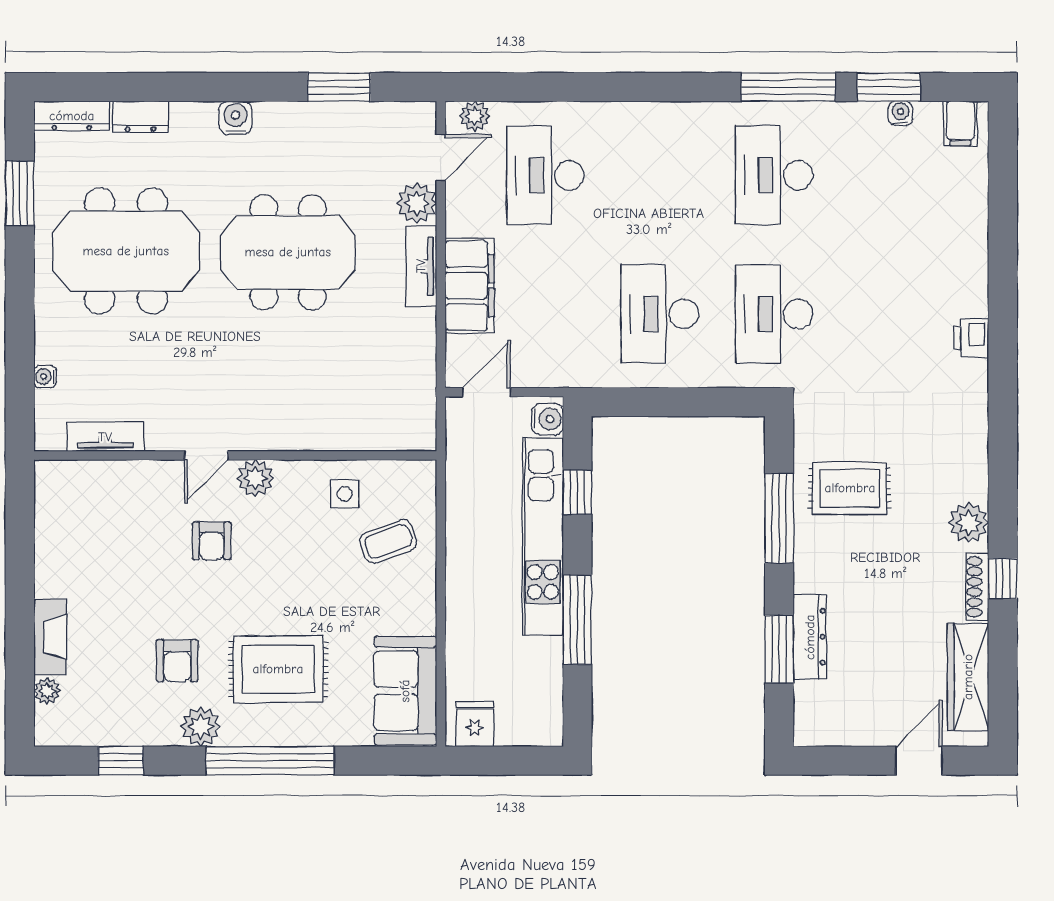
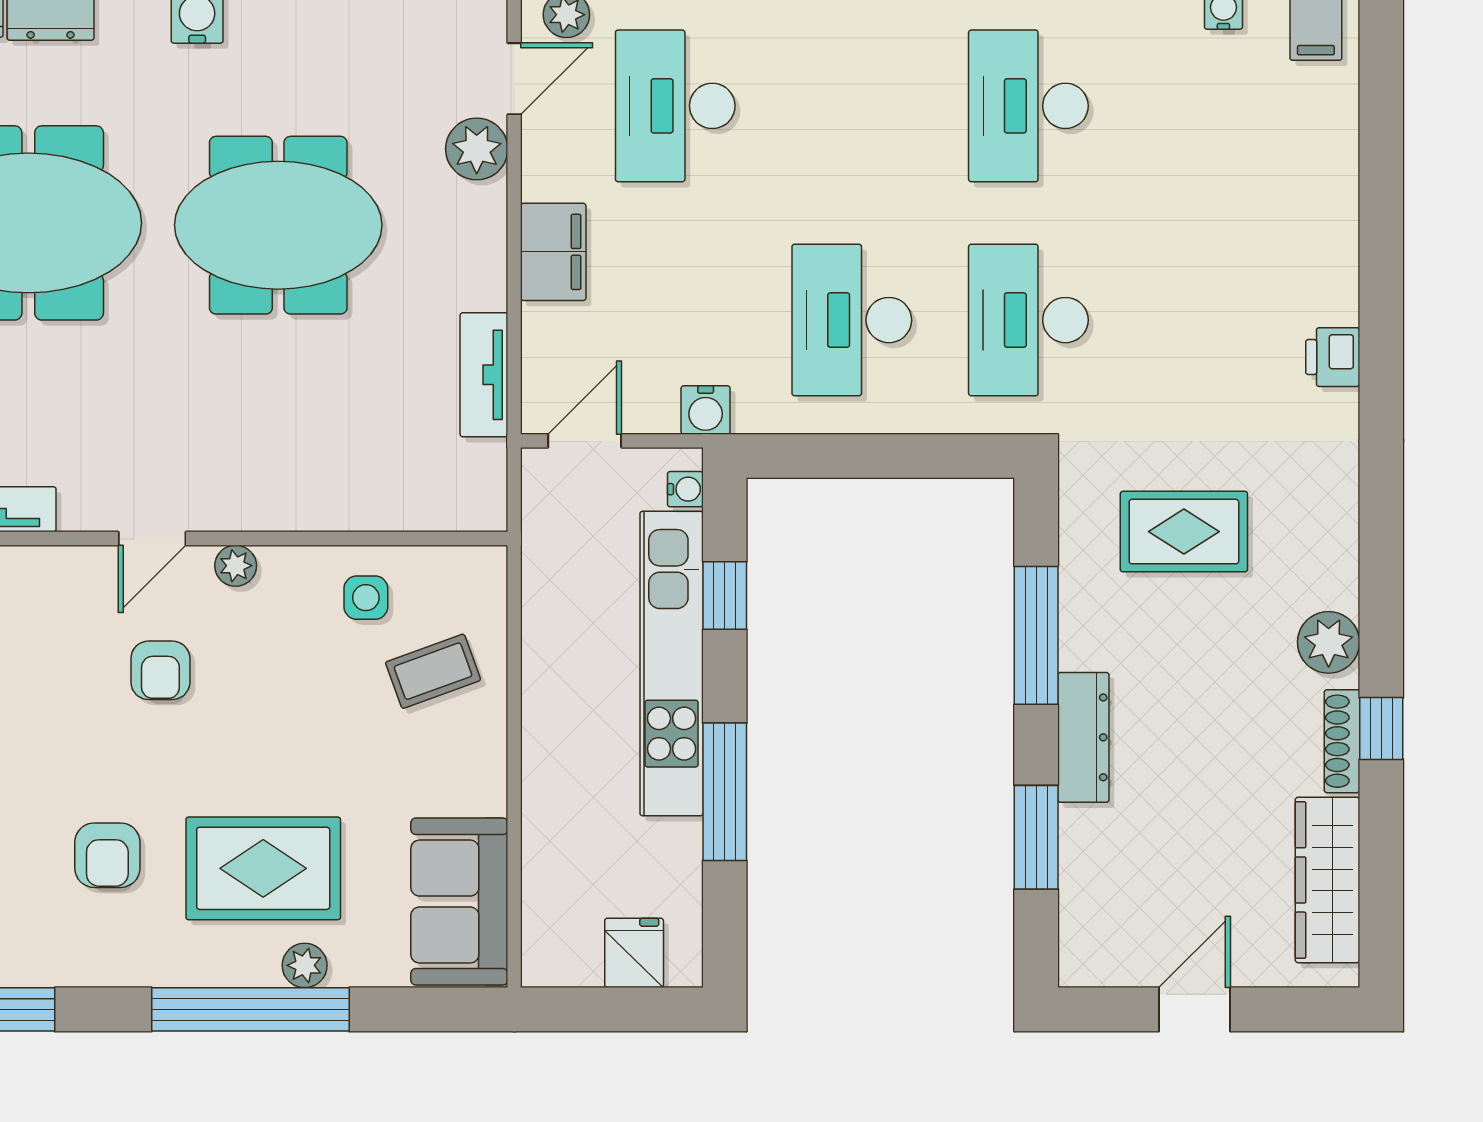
tv unit: (421, 266) -> (484, 375), moved
filing cabinet: (470, 286) -> (553, 252), width x0.67, depth x0.86
water cooler: (565, 372) -> (706, 410), added
water cooler: (547, 419) -> (685, 489), width x0.72, depth x0.72
plant: (255, 478) -> (236, 566), width x0.73, depth x0.73
rug: (850, 488) -> (1184, 532), moved
dresser: (810, 637) -> (1083, 737), moved
fridge: (475, 724) -> (634, 953), moved
plant: (201, 727) -> (305, 965), moved, width x0.73, depth x0.73
door: (919, 761) -> (1194, 1009), moved

